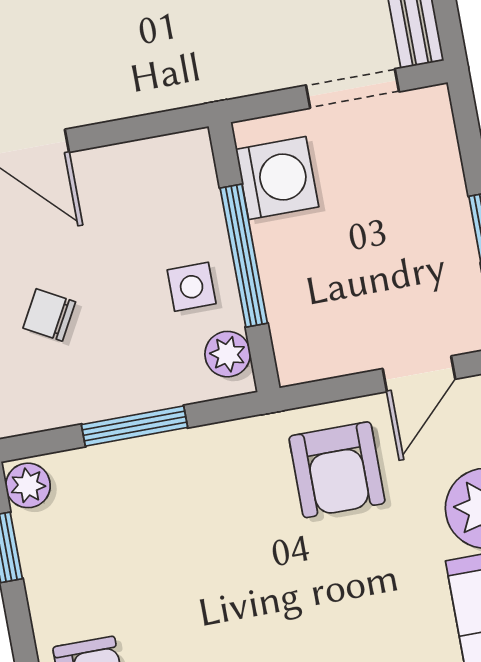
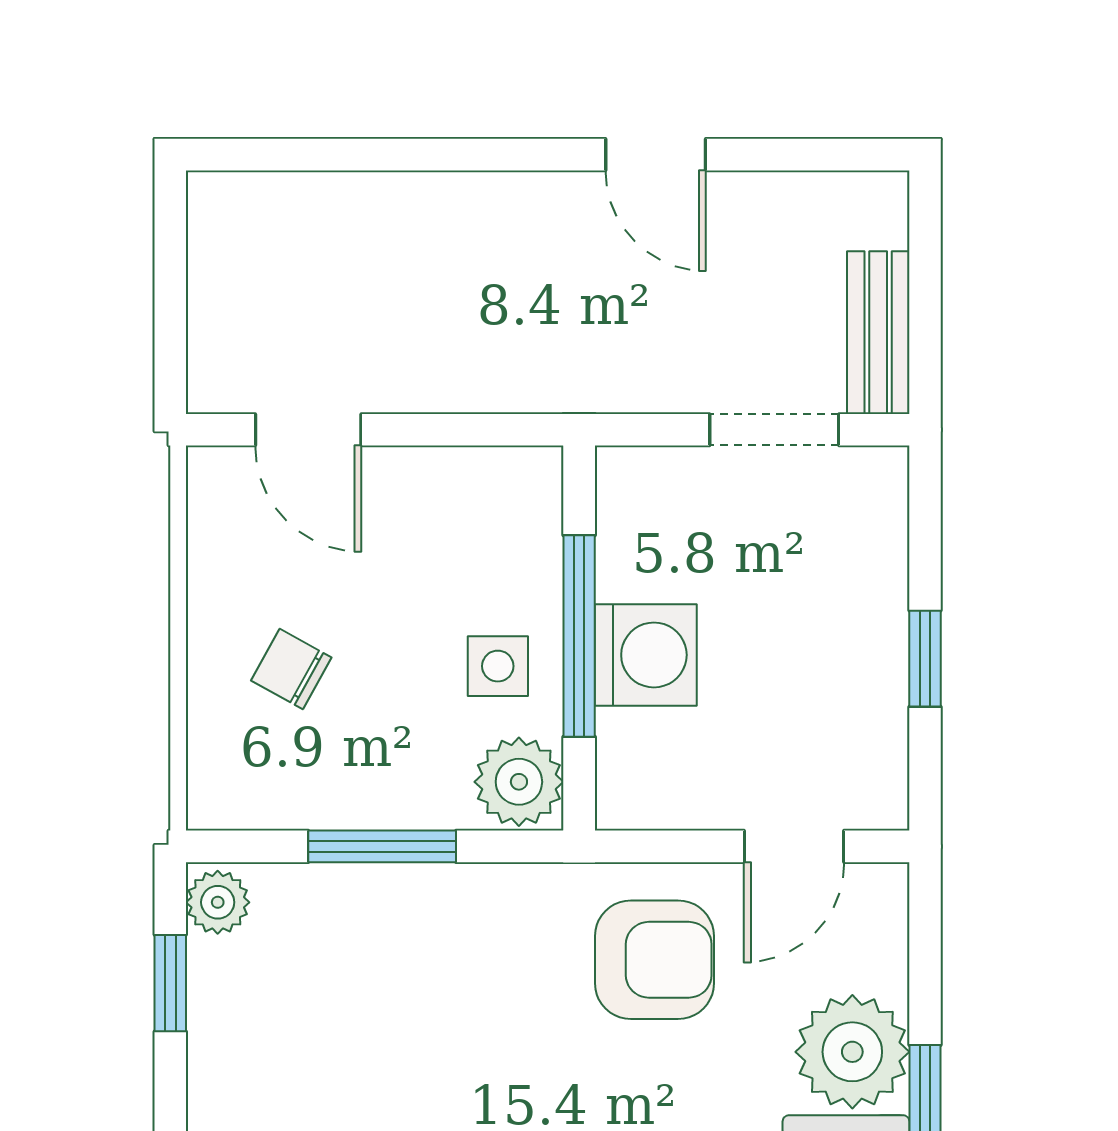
washing machine: (277, 178) -> (646, 655), moved
plant: (228, 354) -> (519, 782), width x1.38, depth x1.38
armchair: (337, 470) -> (654, 960), turned -90

